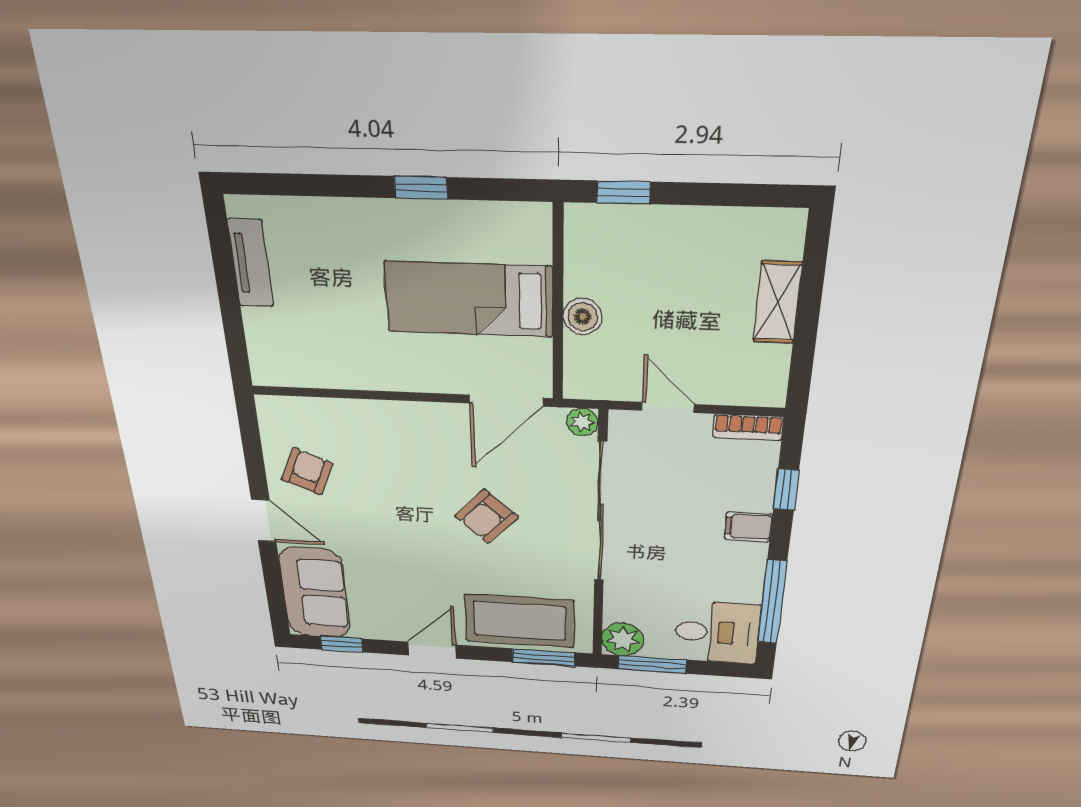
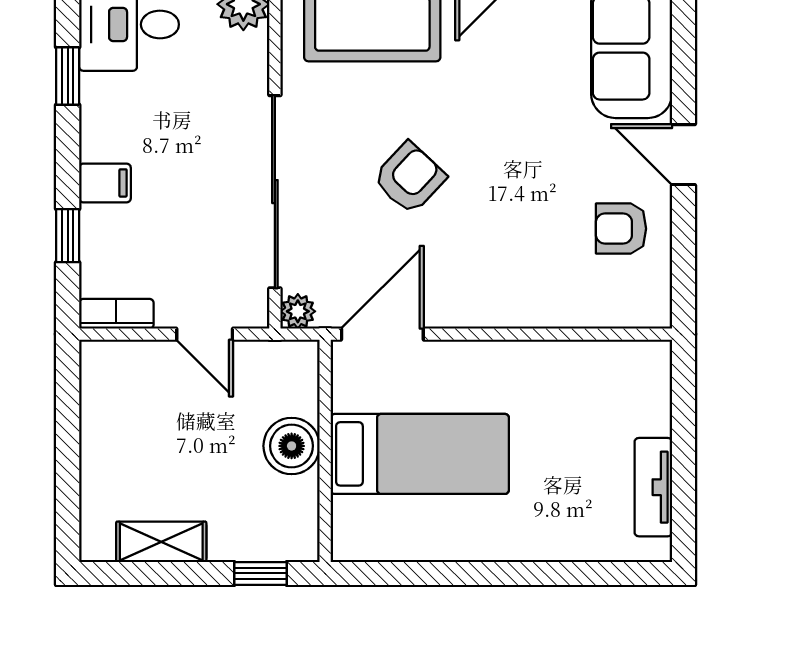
window: (421, 188) -> (464, 573), removed
shelving: (778, 302) -> (161, 542), moved, turned 90
boiler: (583, 317) -> (292, 446), width x1.36, depth x1.36
armchair: (307, 471) -> (621, 229), turned 67
window: (772, 602) -> (68, 76), width x0.46

